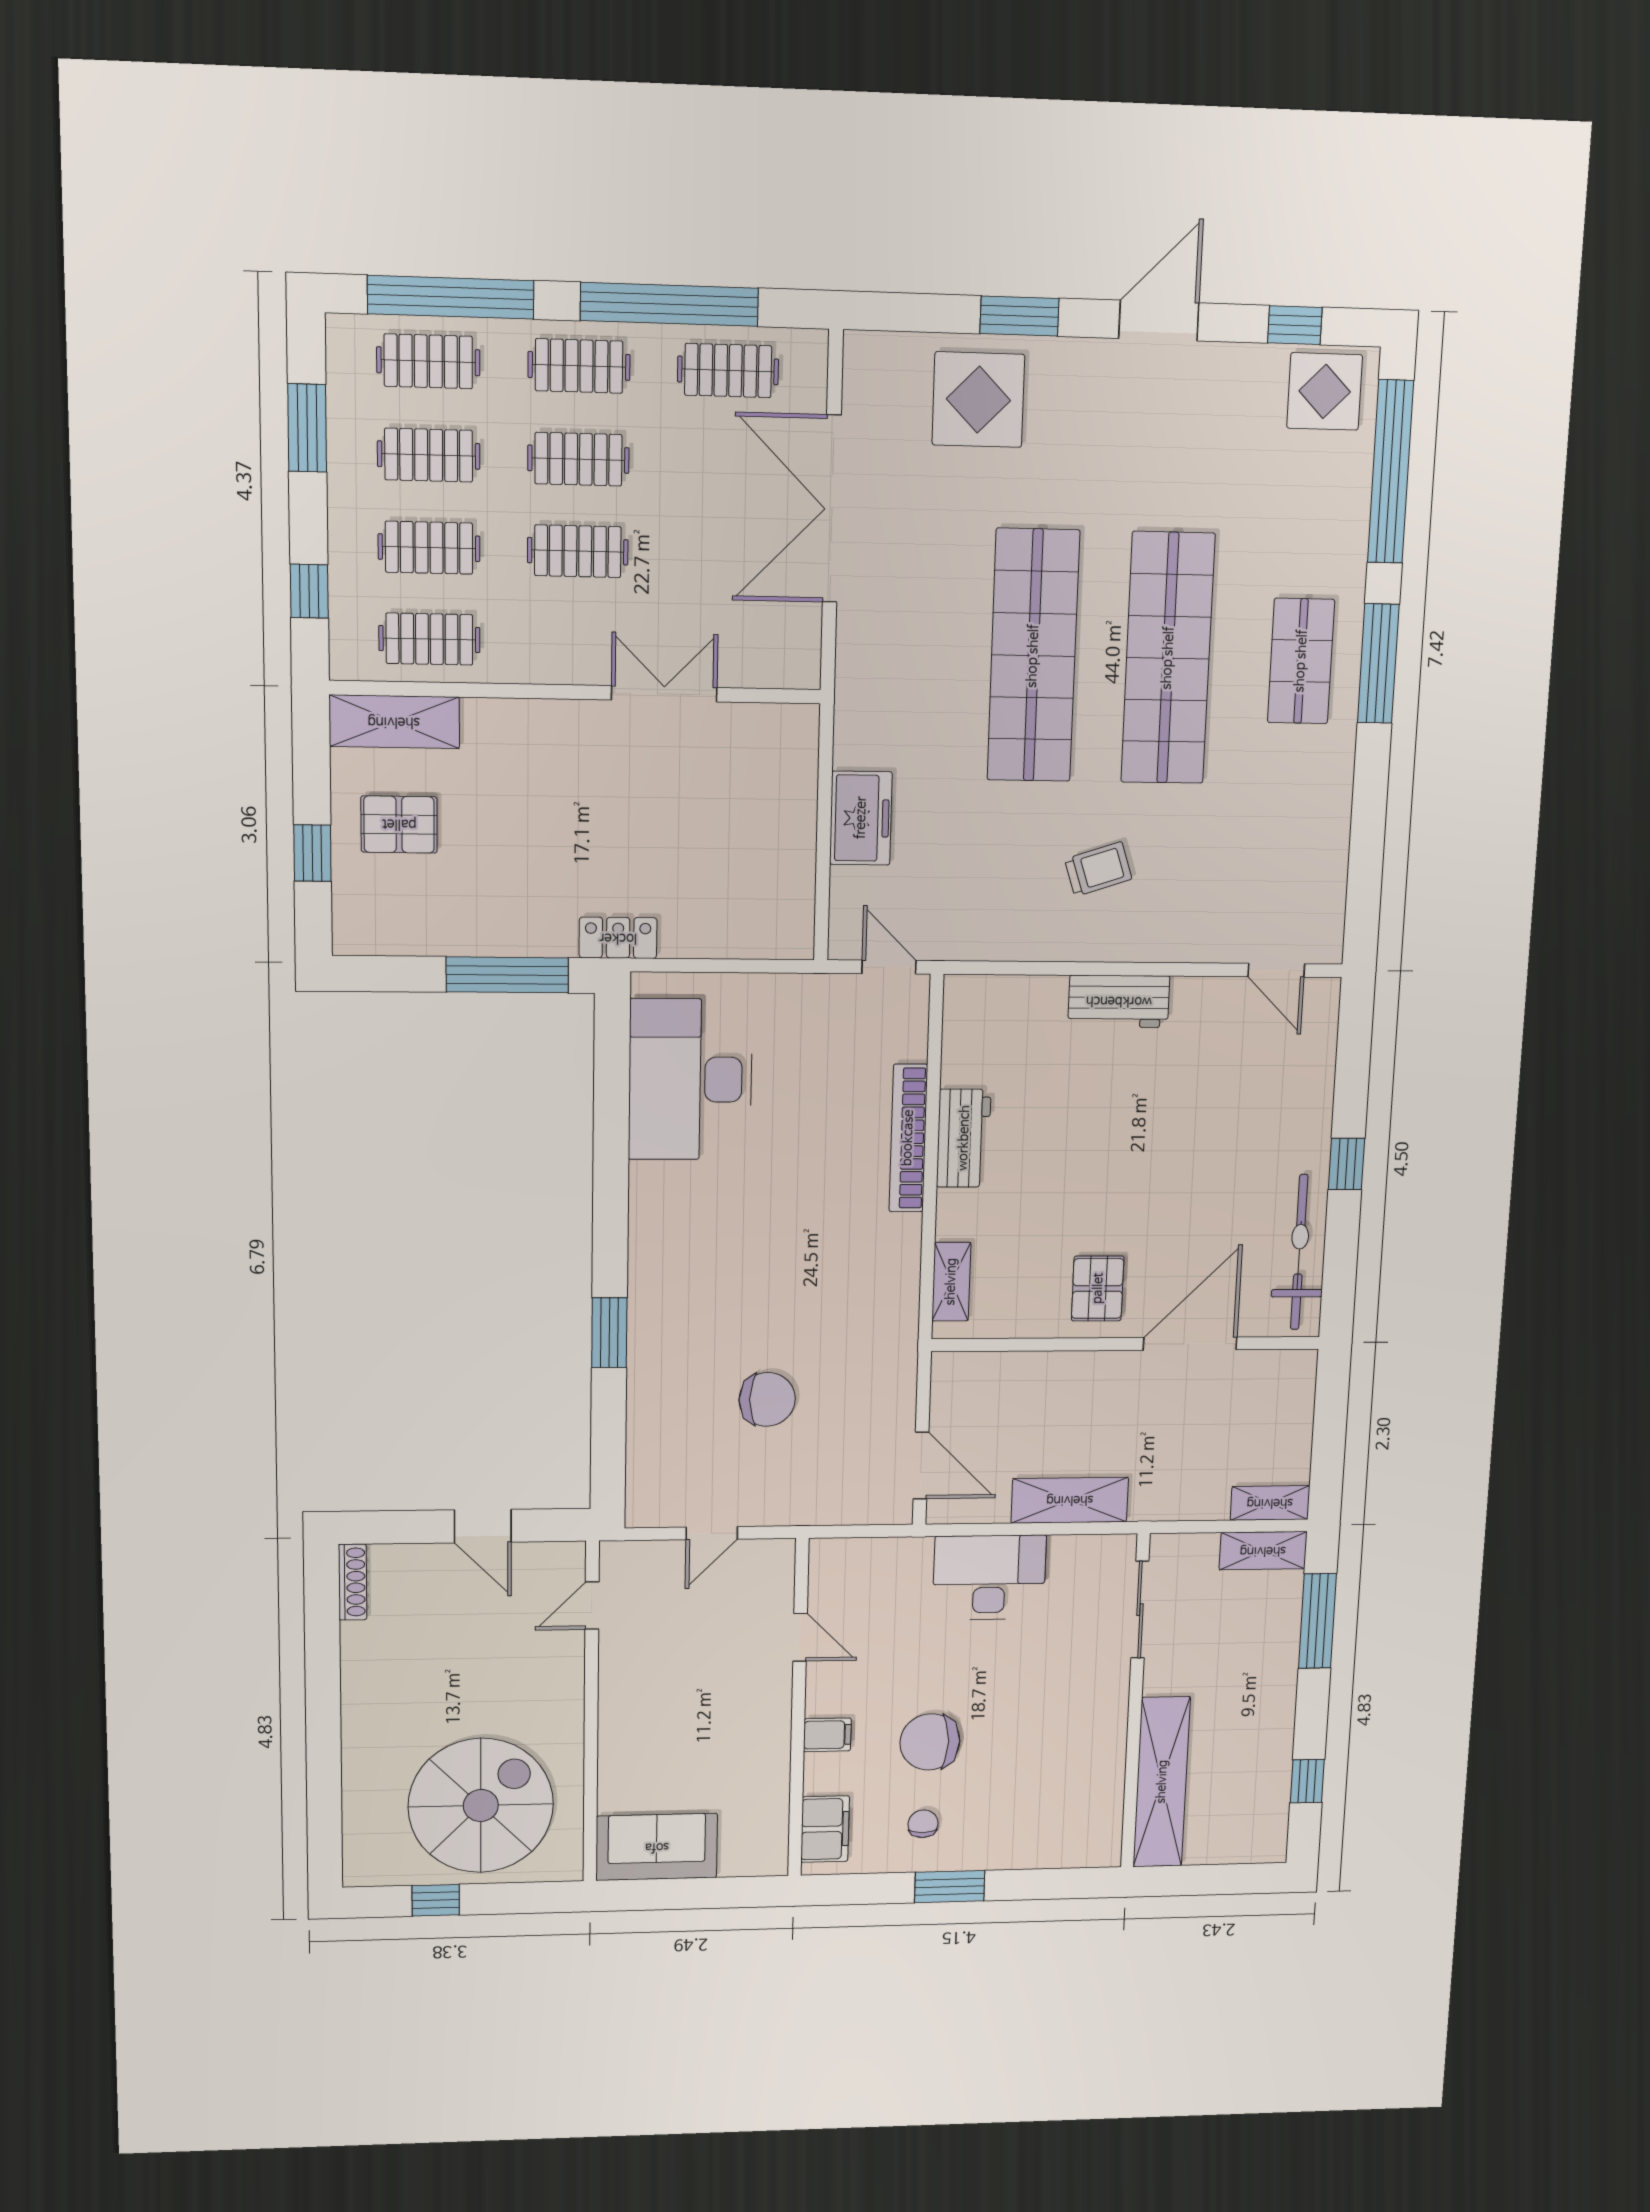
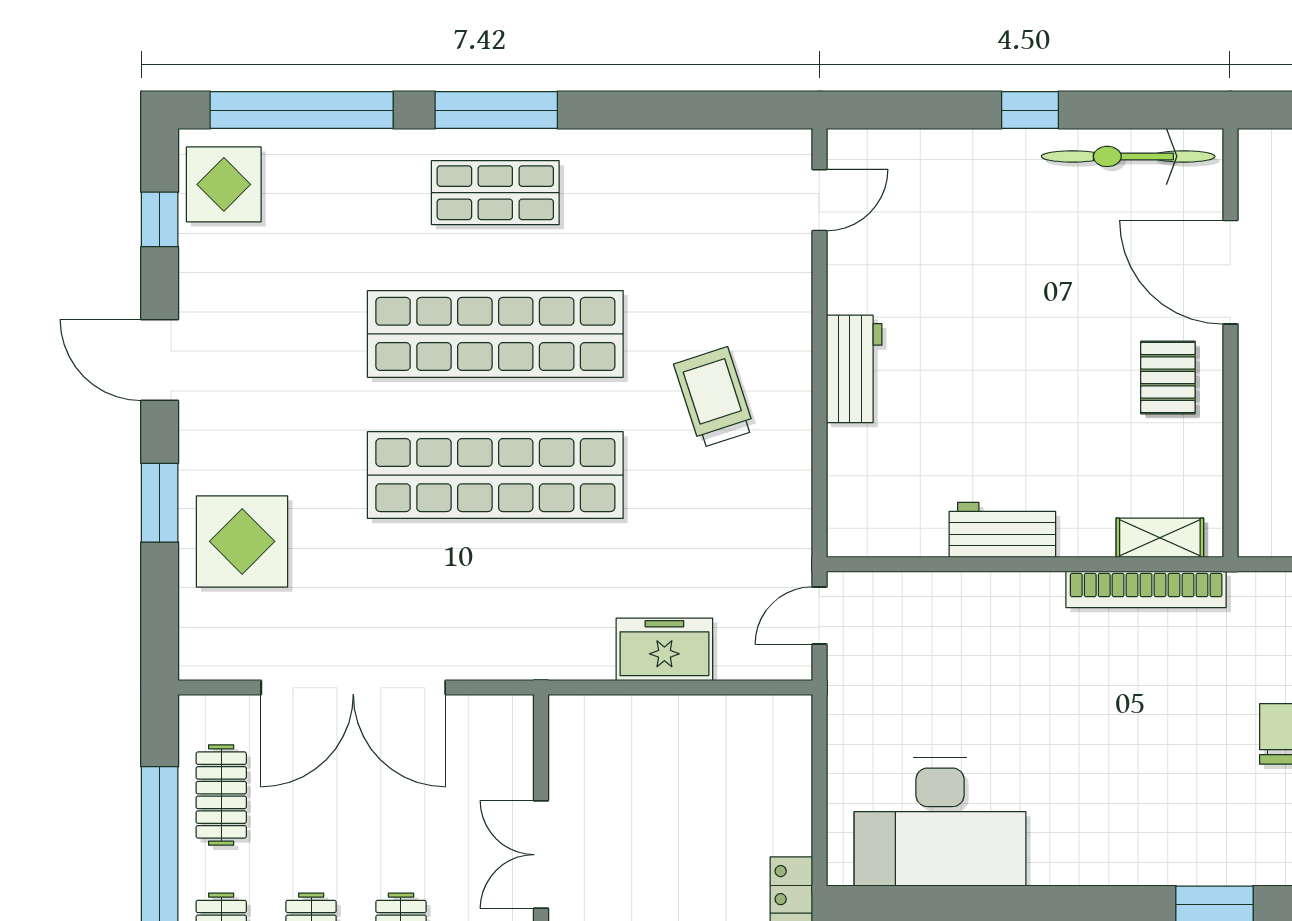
trolley: (1098, 869) -> (714, 397), width x1.36, depth x1.39
bookcase: (908, 1138) -> (1146, 589), moved
pallet: (1098, 1288) -> (1168, 378), turned 90

